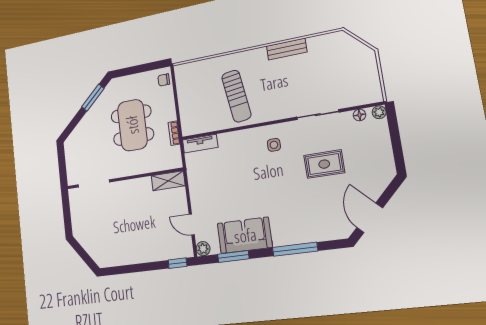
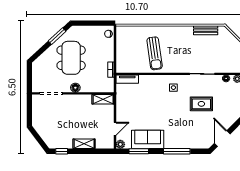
bench: (287, 49) -> (206, 30), moved
dining table: (132, 125) -> (71, 58), moved
floor lamp: (126, 169) -> (75, 88), added
door: (192, 225) -> (115, 129), swing flipped
shelving: (149, 255) -> (84, 144), added
window: (178, 263) -> (62, 151), moved

